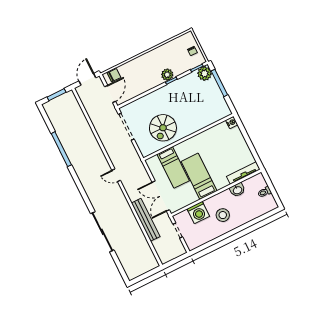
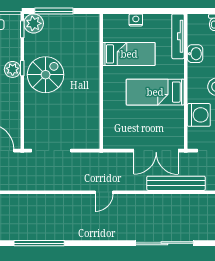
nightstand: (232, 122) -> (136, 20), moved
spiral stairs: (163, 128) -> (46, 75), moved, turned -90
bed: (173, 167) -> (129, 54), moved

